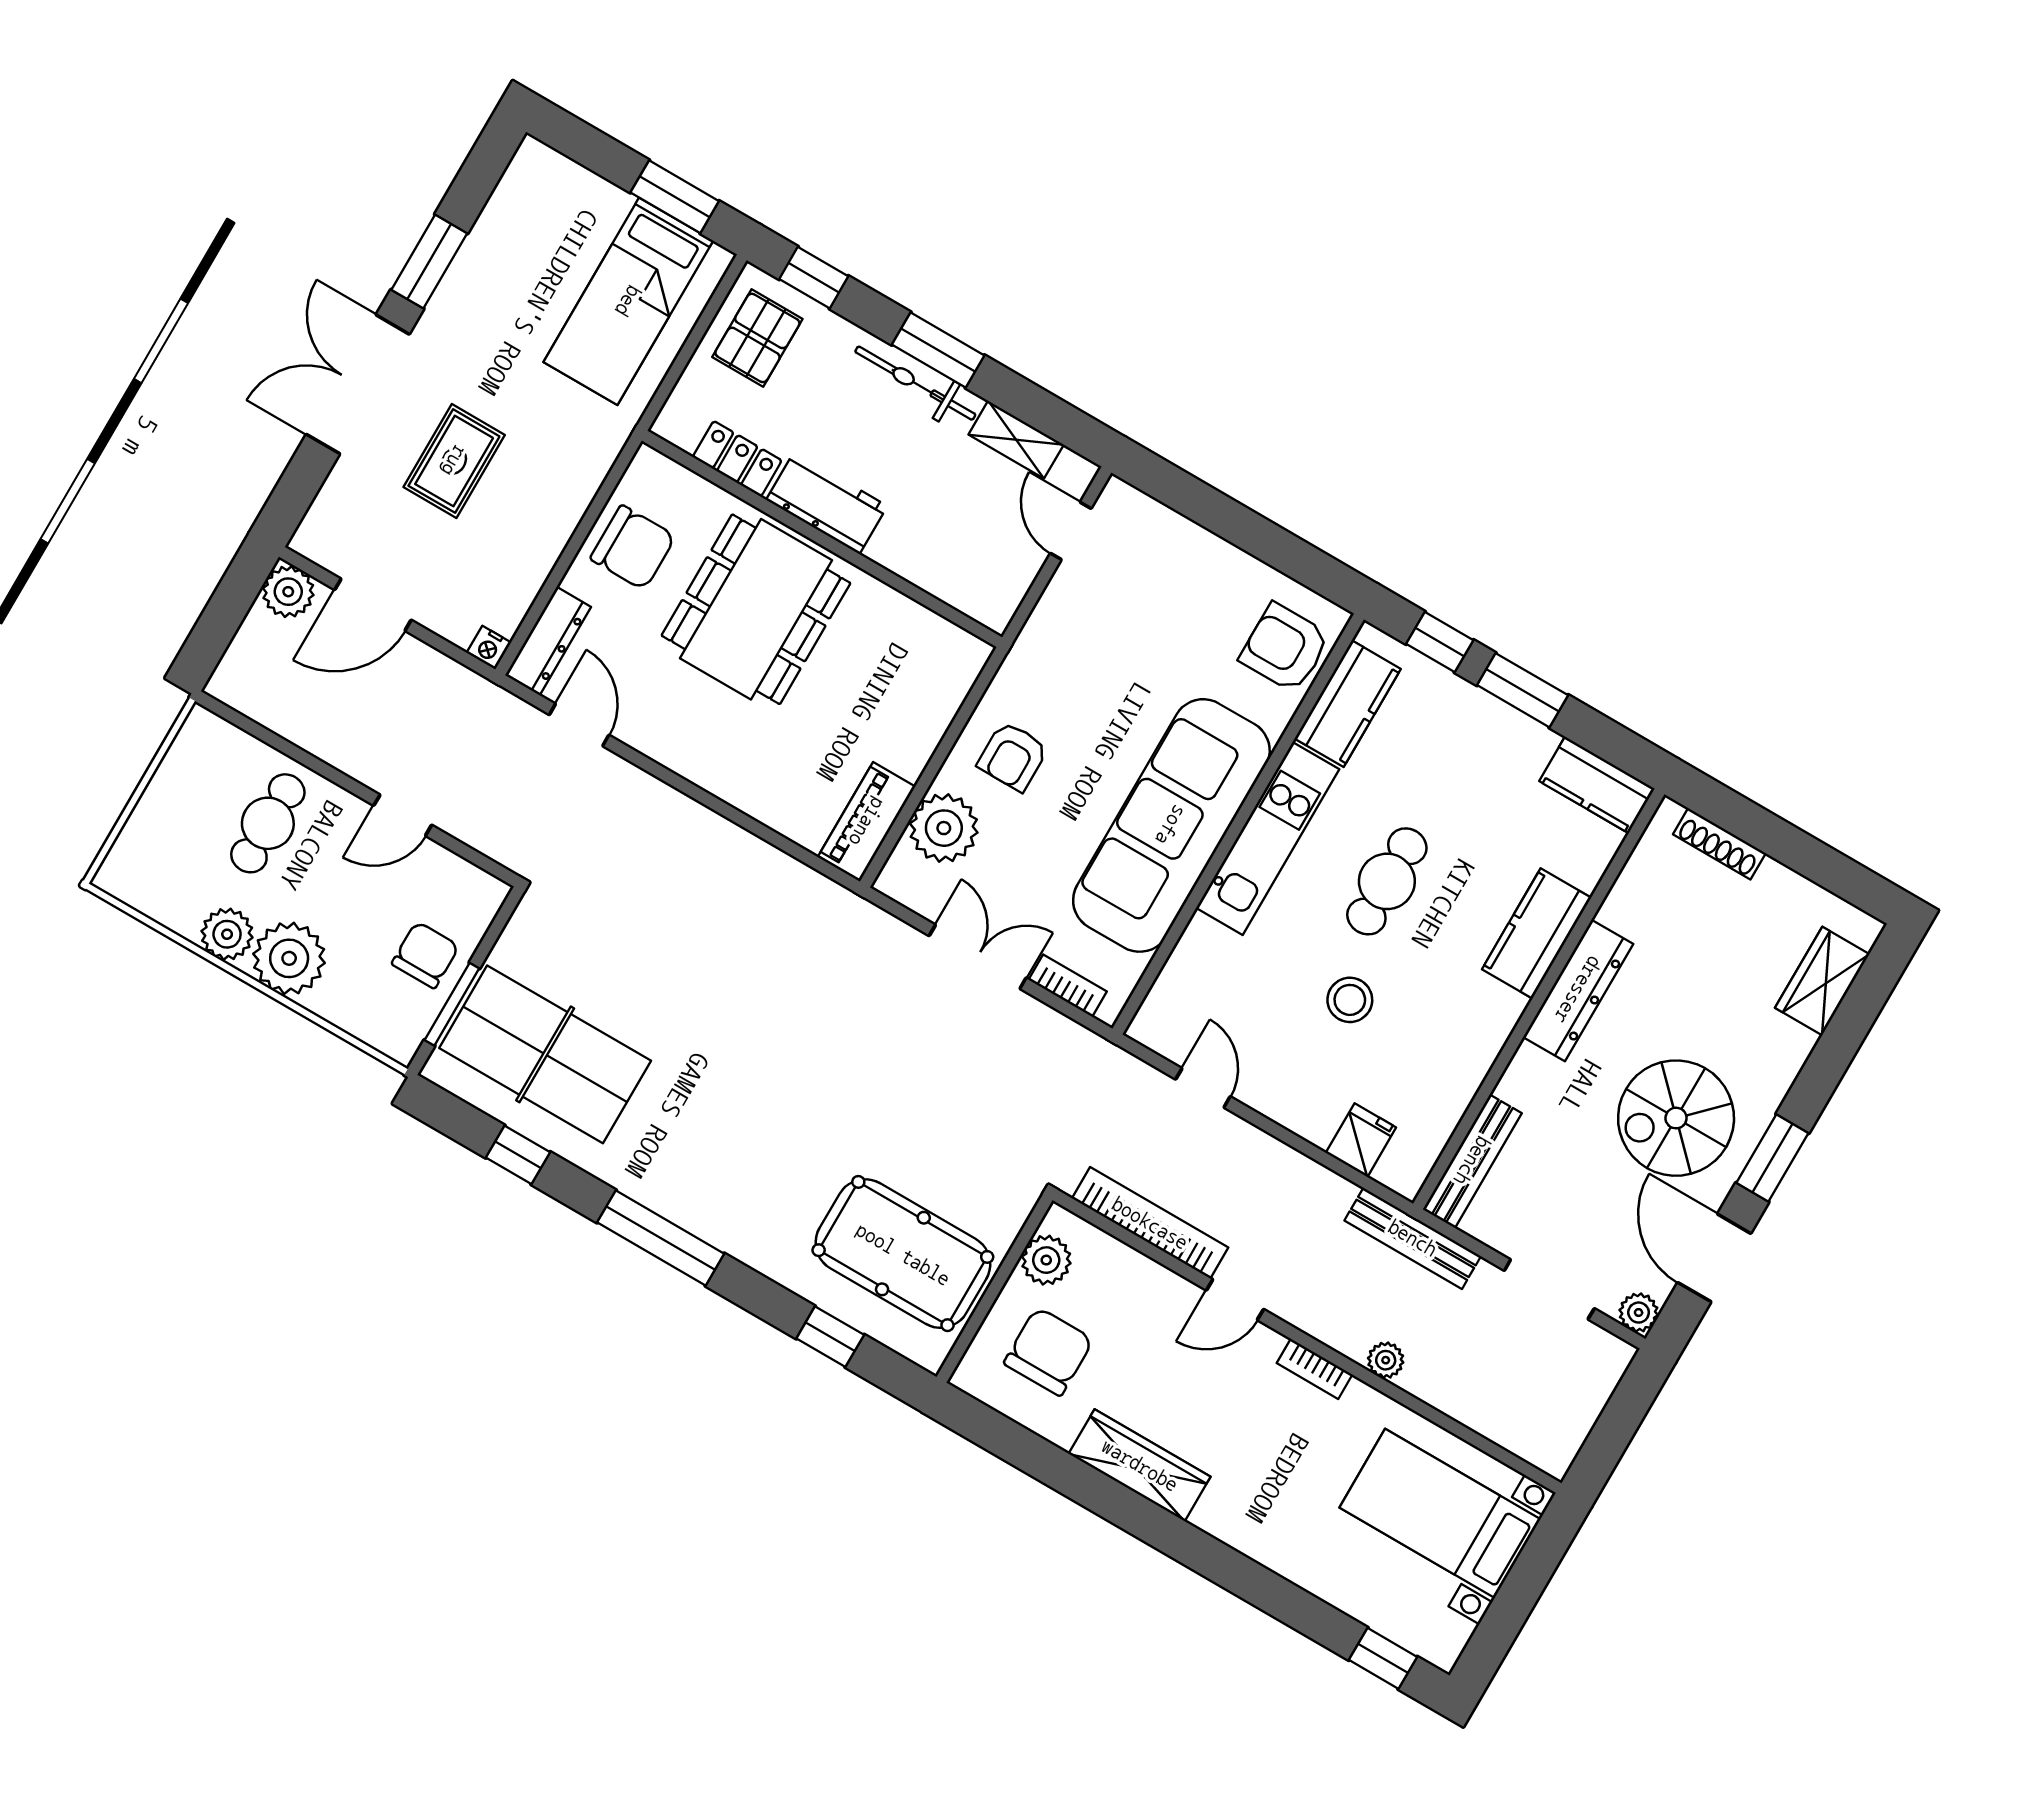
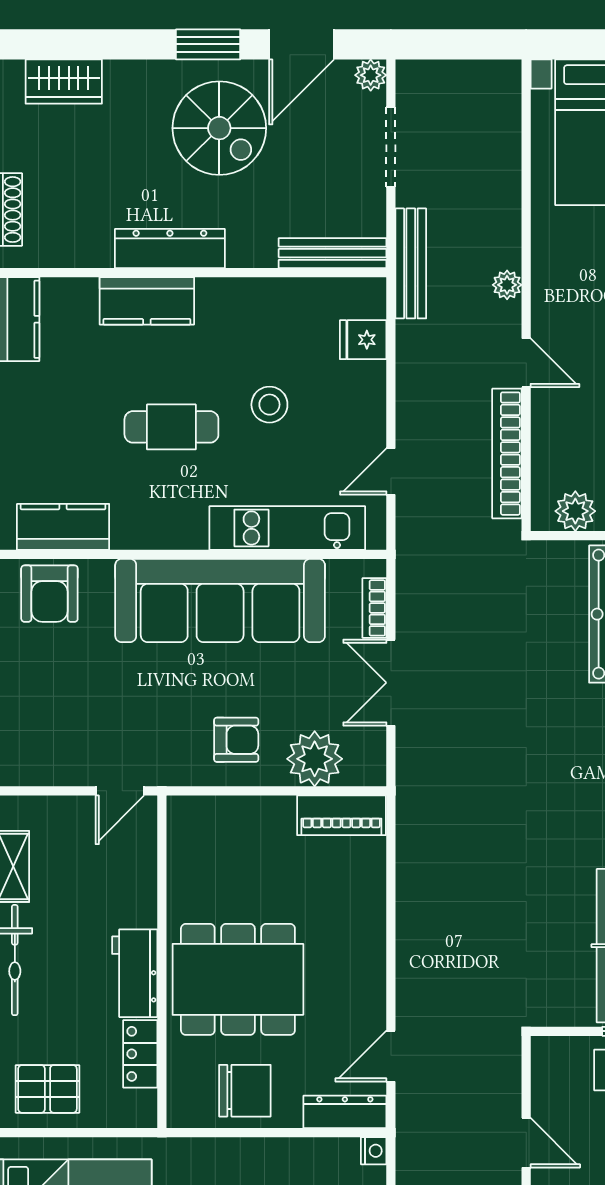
door: (1071, 531) -> (120, 791), moved
chair: (633, 548) -> (245, 1091), turned 90
kitchen unit: (1268, 838) -> (287, 528), moved
plant: (1386, 1360) -> (507, 285), moved
bookcase: (1314, 1369) -> (542, 279), removed

